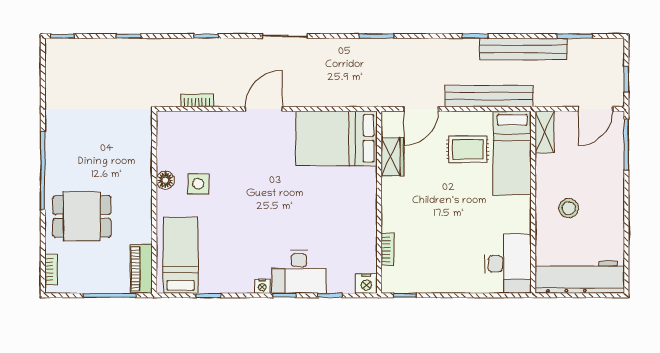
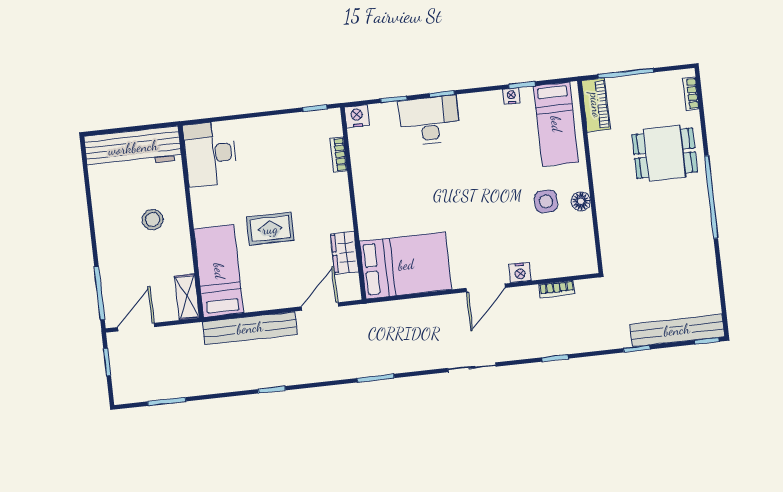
bench: (523, 49) -> (677, 330), moved
nightstand: (230, 120) -> (520, 272), added
rug: (468, 149) -> (270, 229), moved
nightstand: (262, 286) -> (511, 96), moved

